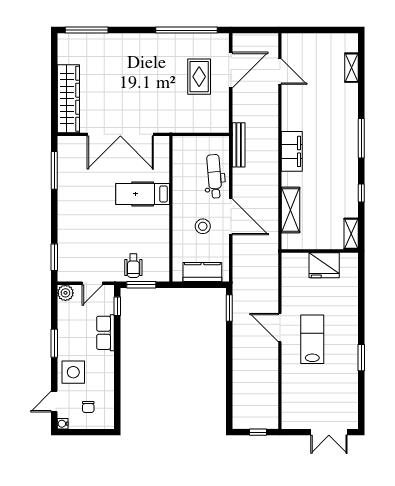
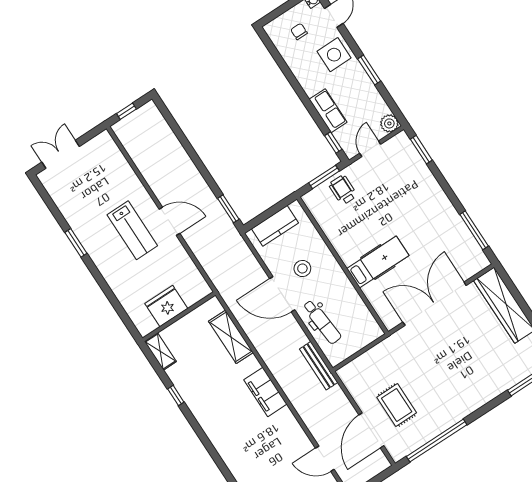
window: (361, 138) -> (209, 446), removed

